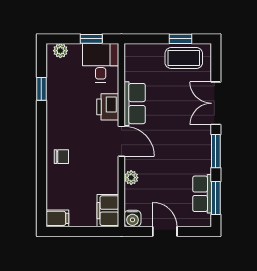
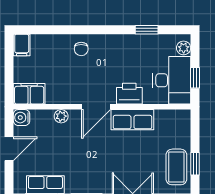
desk: (101, 63) -> (172, 80), width x1.37

